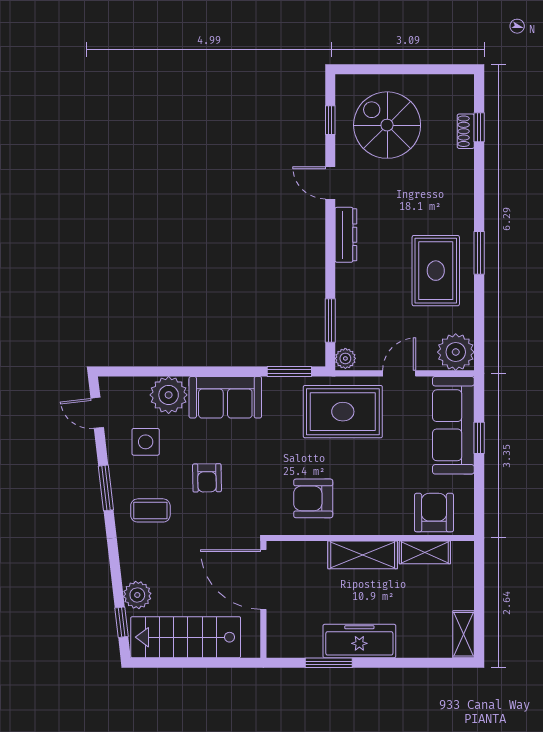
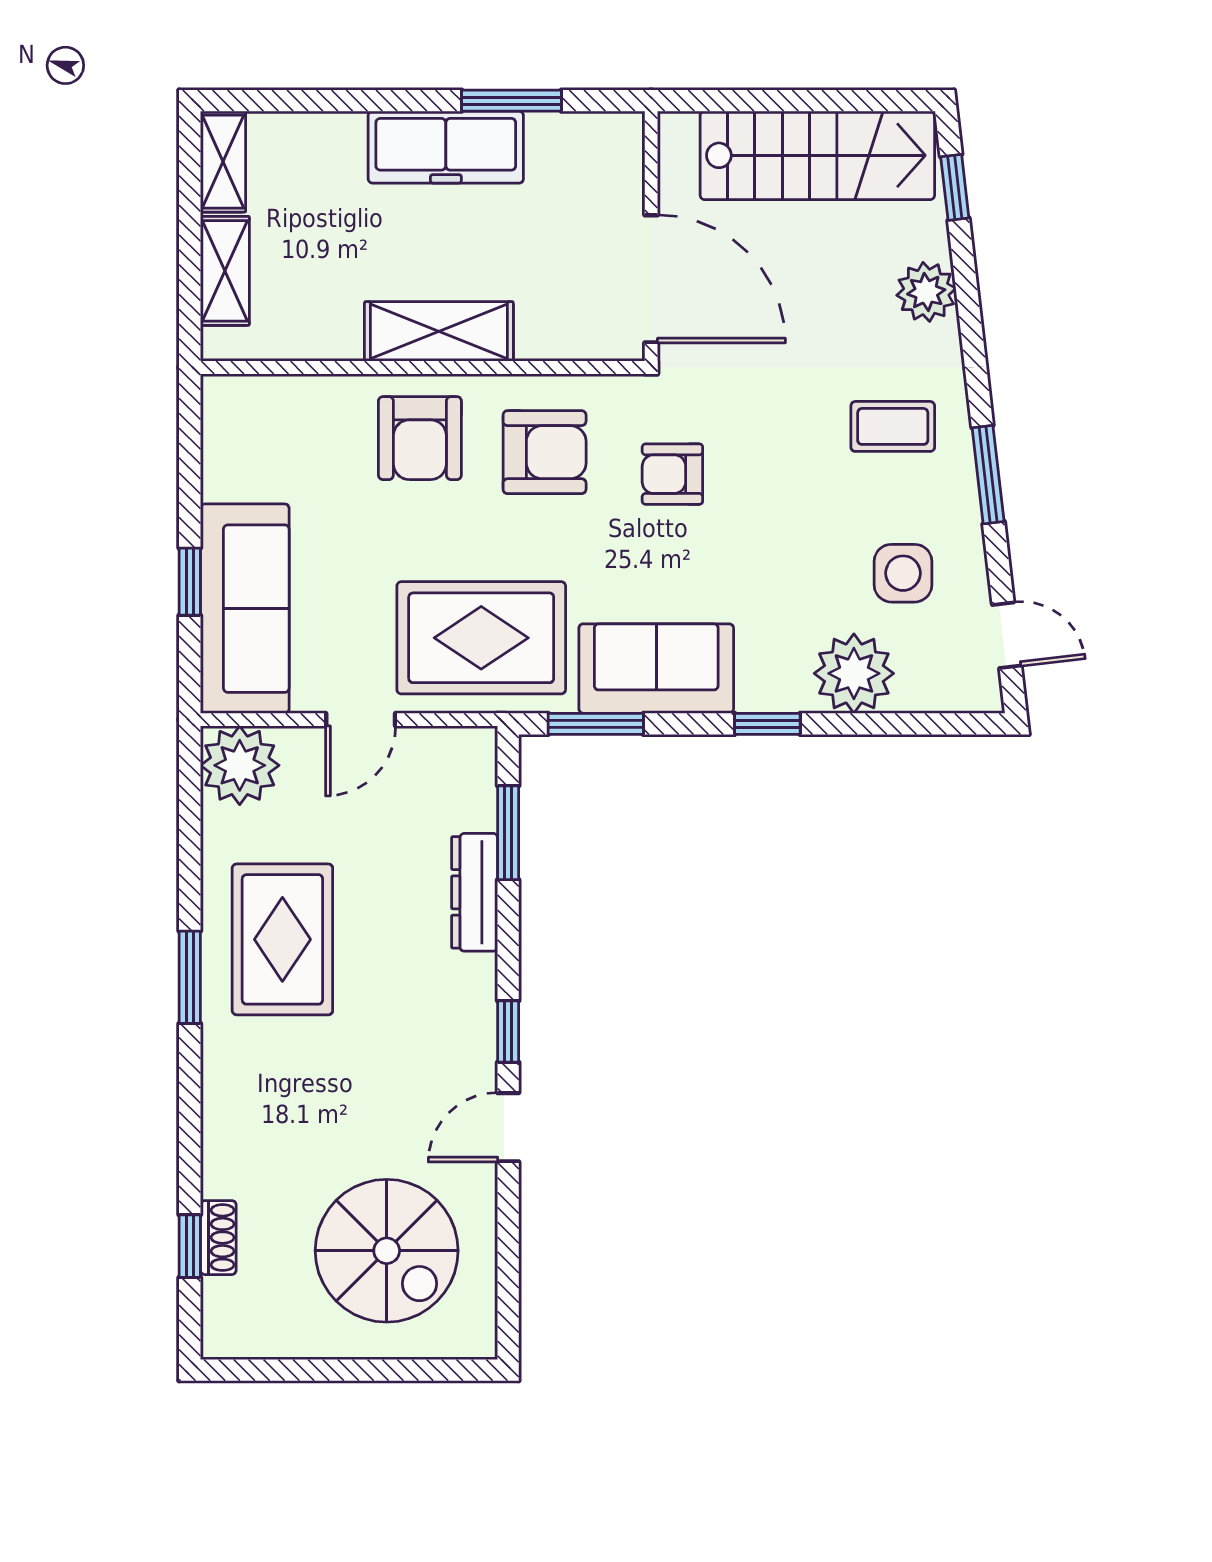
window: (330, 120) -> (508, 1032), moved
door: (330, 183) -> (508, 1127), swing flipped
dresser: (346, 235) -> (475, 892), moved
plant: (345, 358) -> (476, 751), removed
window: (209, 371) -> (767, 724), added
sofa: (225, 397) -> (656, 669), moved
armchair: (207, 478) -> (672, 474), moved, turned -89
armchair: (434, 513) -> (420, 438), moved
shelving: (425, 552) -> (225, 271), moved, turned 90
plant: (137, 595) -> (926, 292), moved

